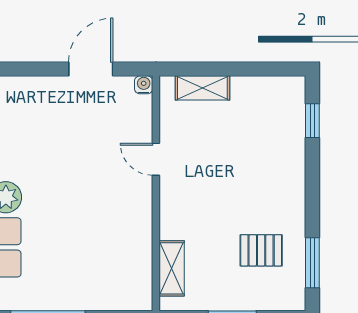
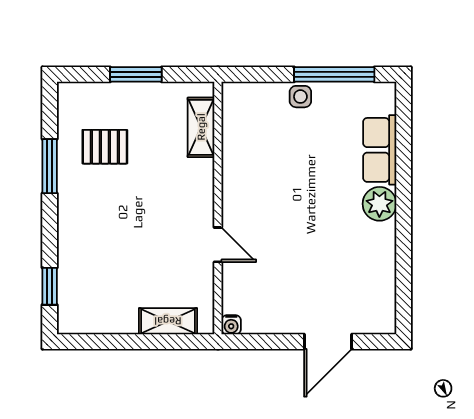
door: (91, 69) -> (328, 342), moved
window: (312, 263) -> (50, 166), moved
side table: (79, 297) -> (300, 97), added

